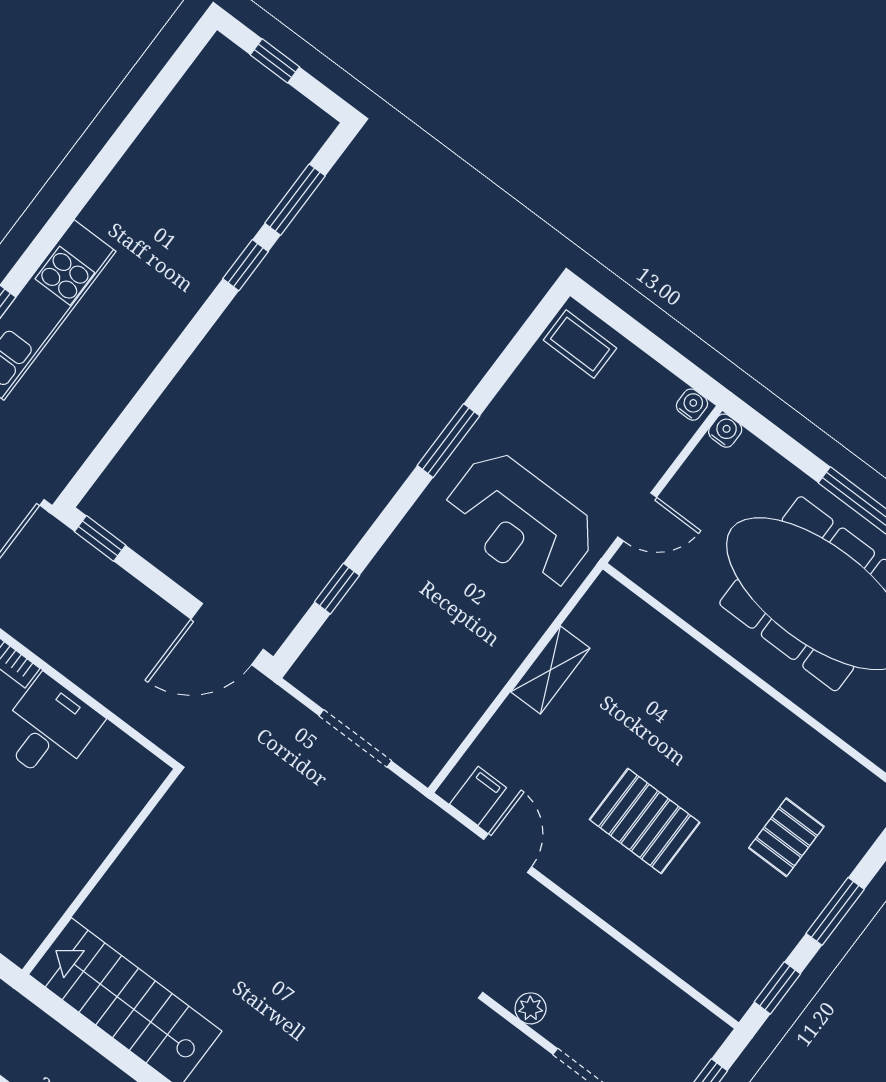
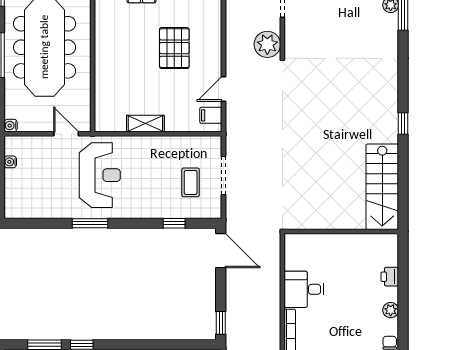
coffee table: (580, 344) -> (191, 182), moved
water cooler: (692, 405) -> (10, 162), moved
plant: (531, 1008) -> (267, 44), width x1.87, depth x1.87

